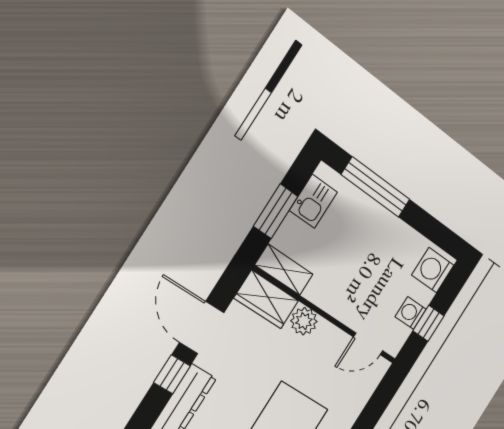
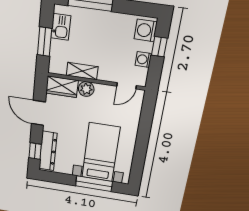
shelving: (284, 270) -> (82, 71), moved
window: (428, 323) -> (159, 47), moved
window: (172, 374) -> (35, 151), moved

